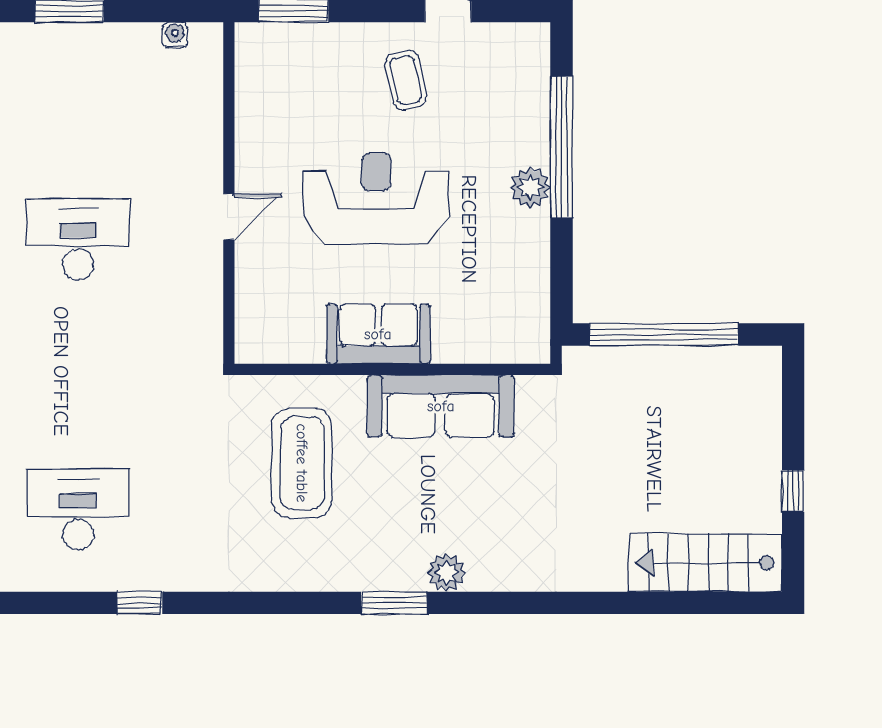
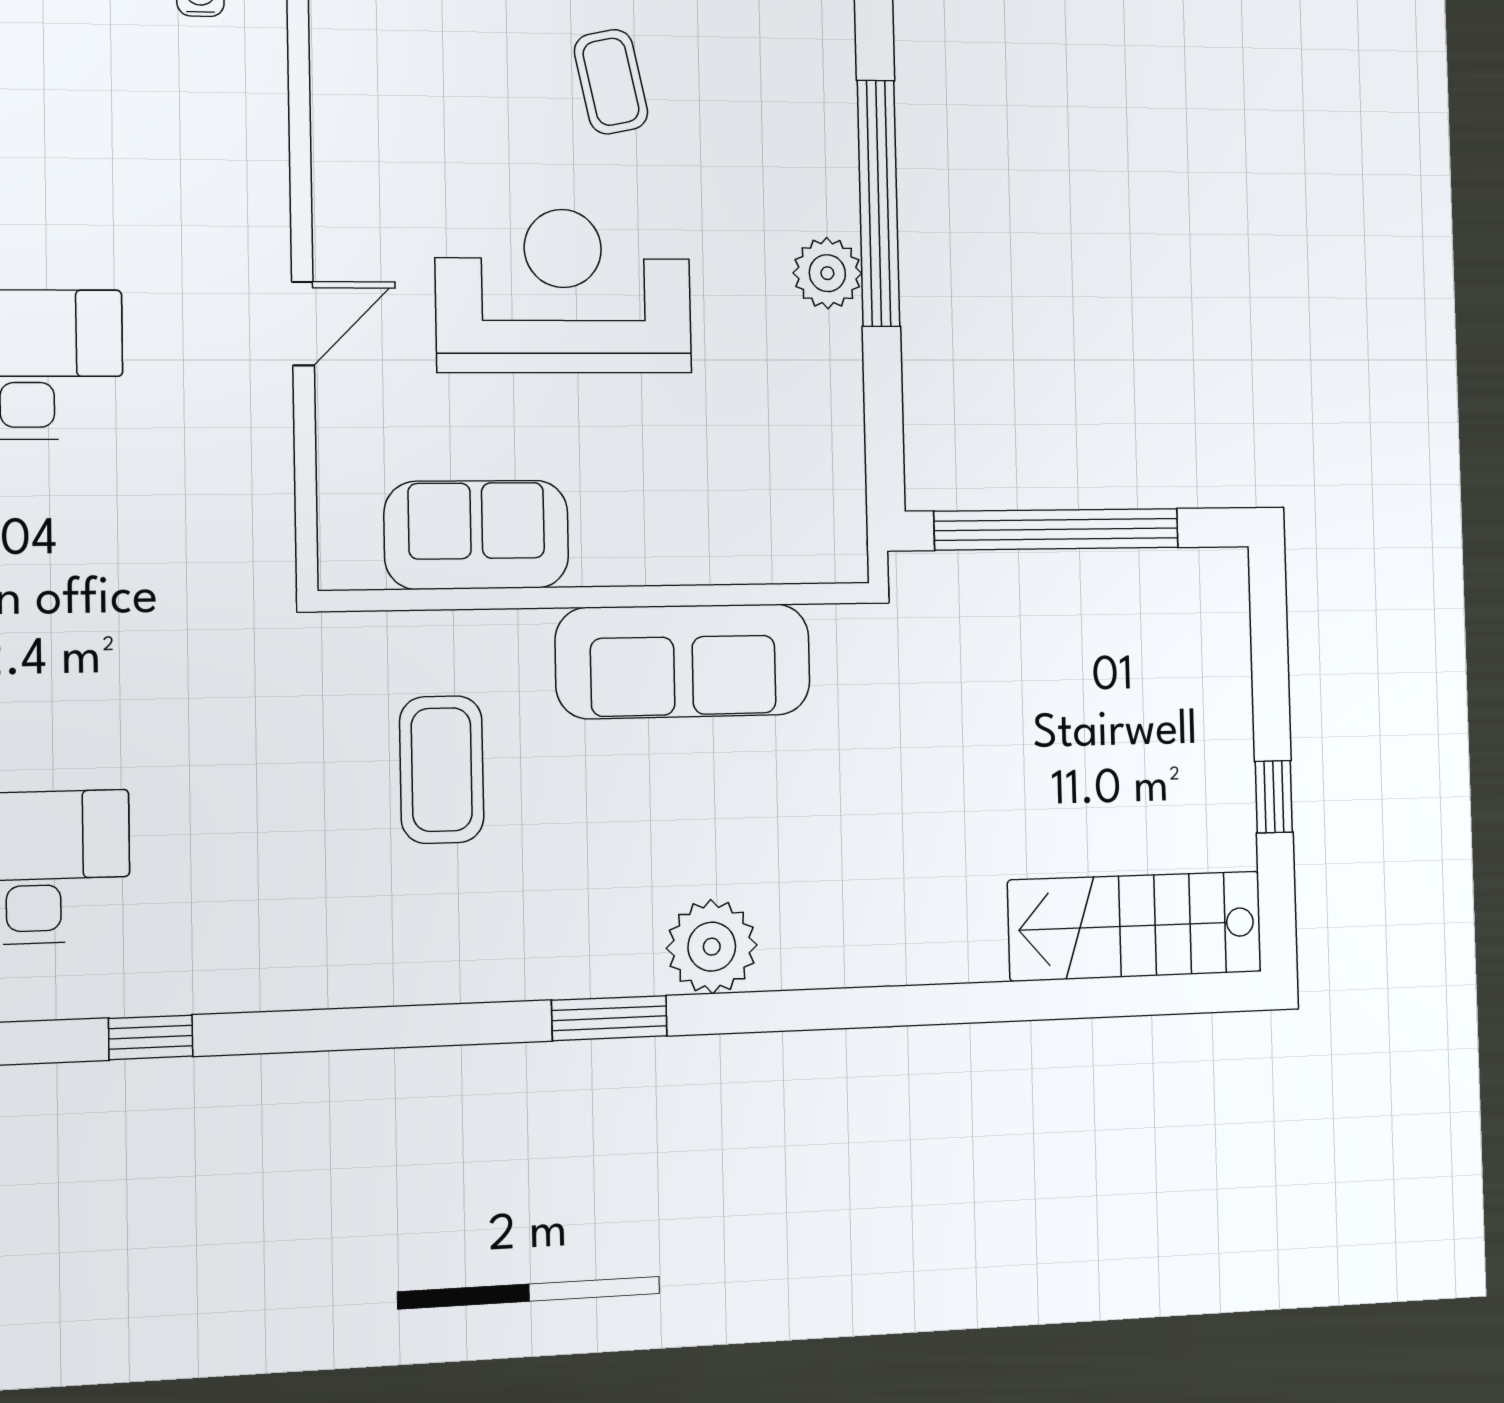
sofa: (378, 334) -> (477, 535), moved
coffee table: (302, 463) -> (442, 770), width x0.73, depth x0.76
plant: (446, 573) -> (712, 947), width x1.36, depth x1.36

